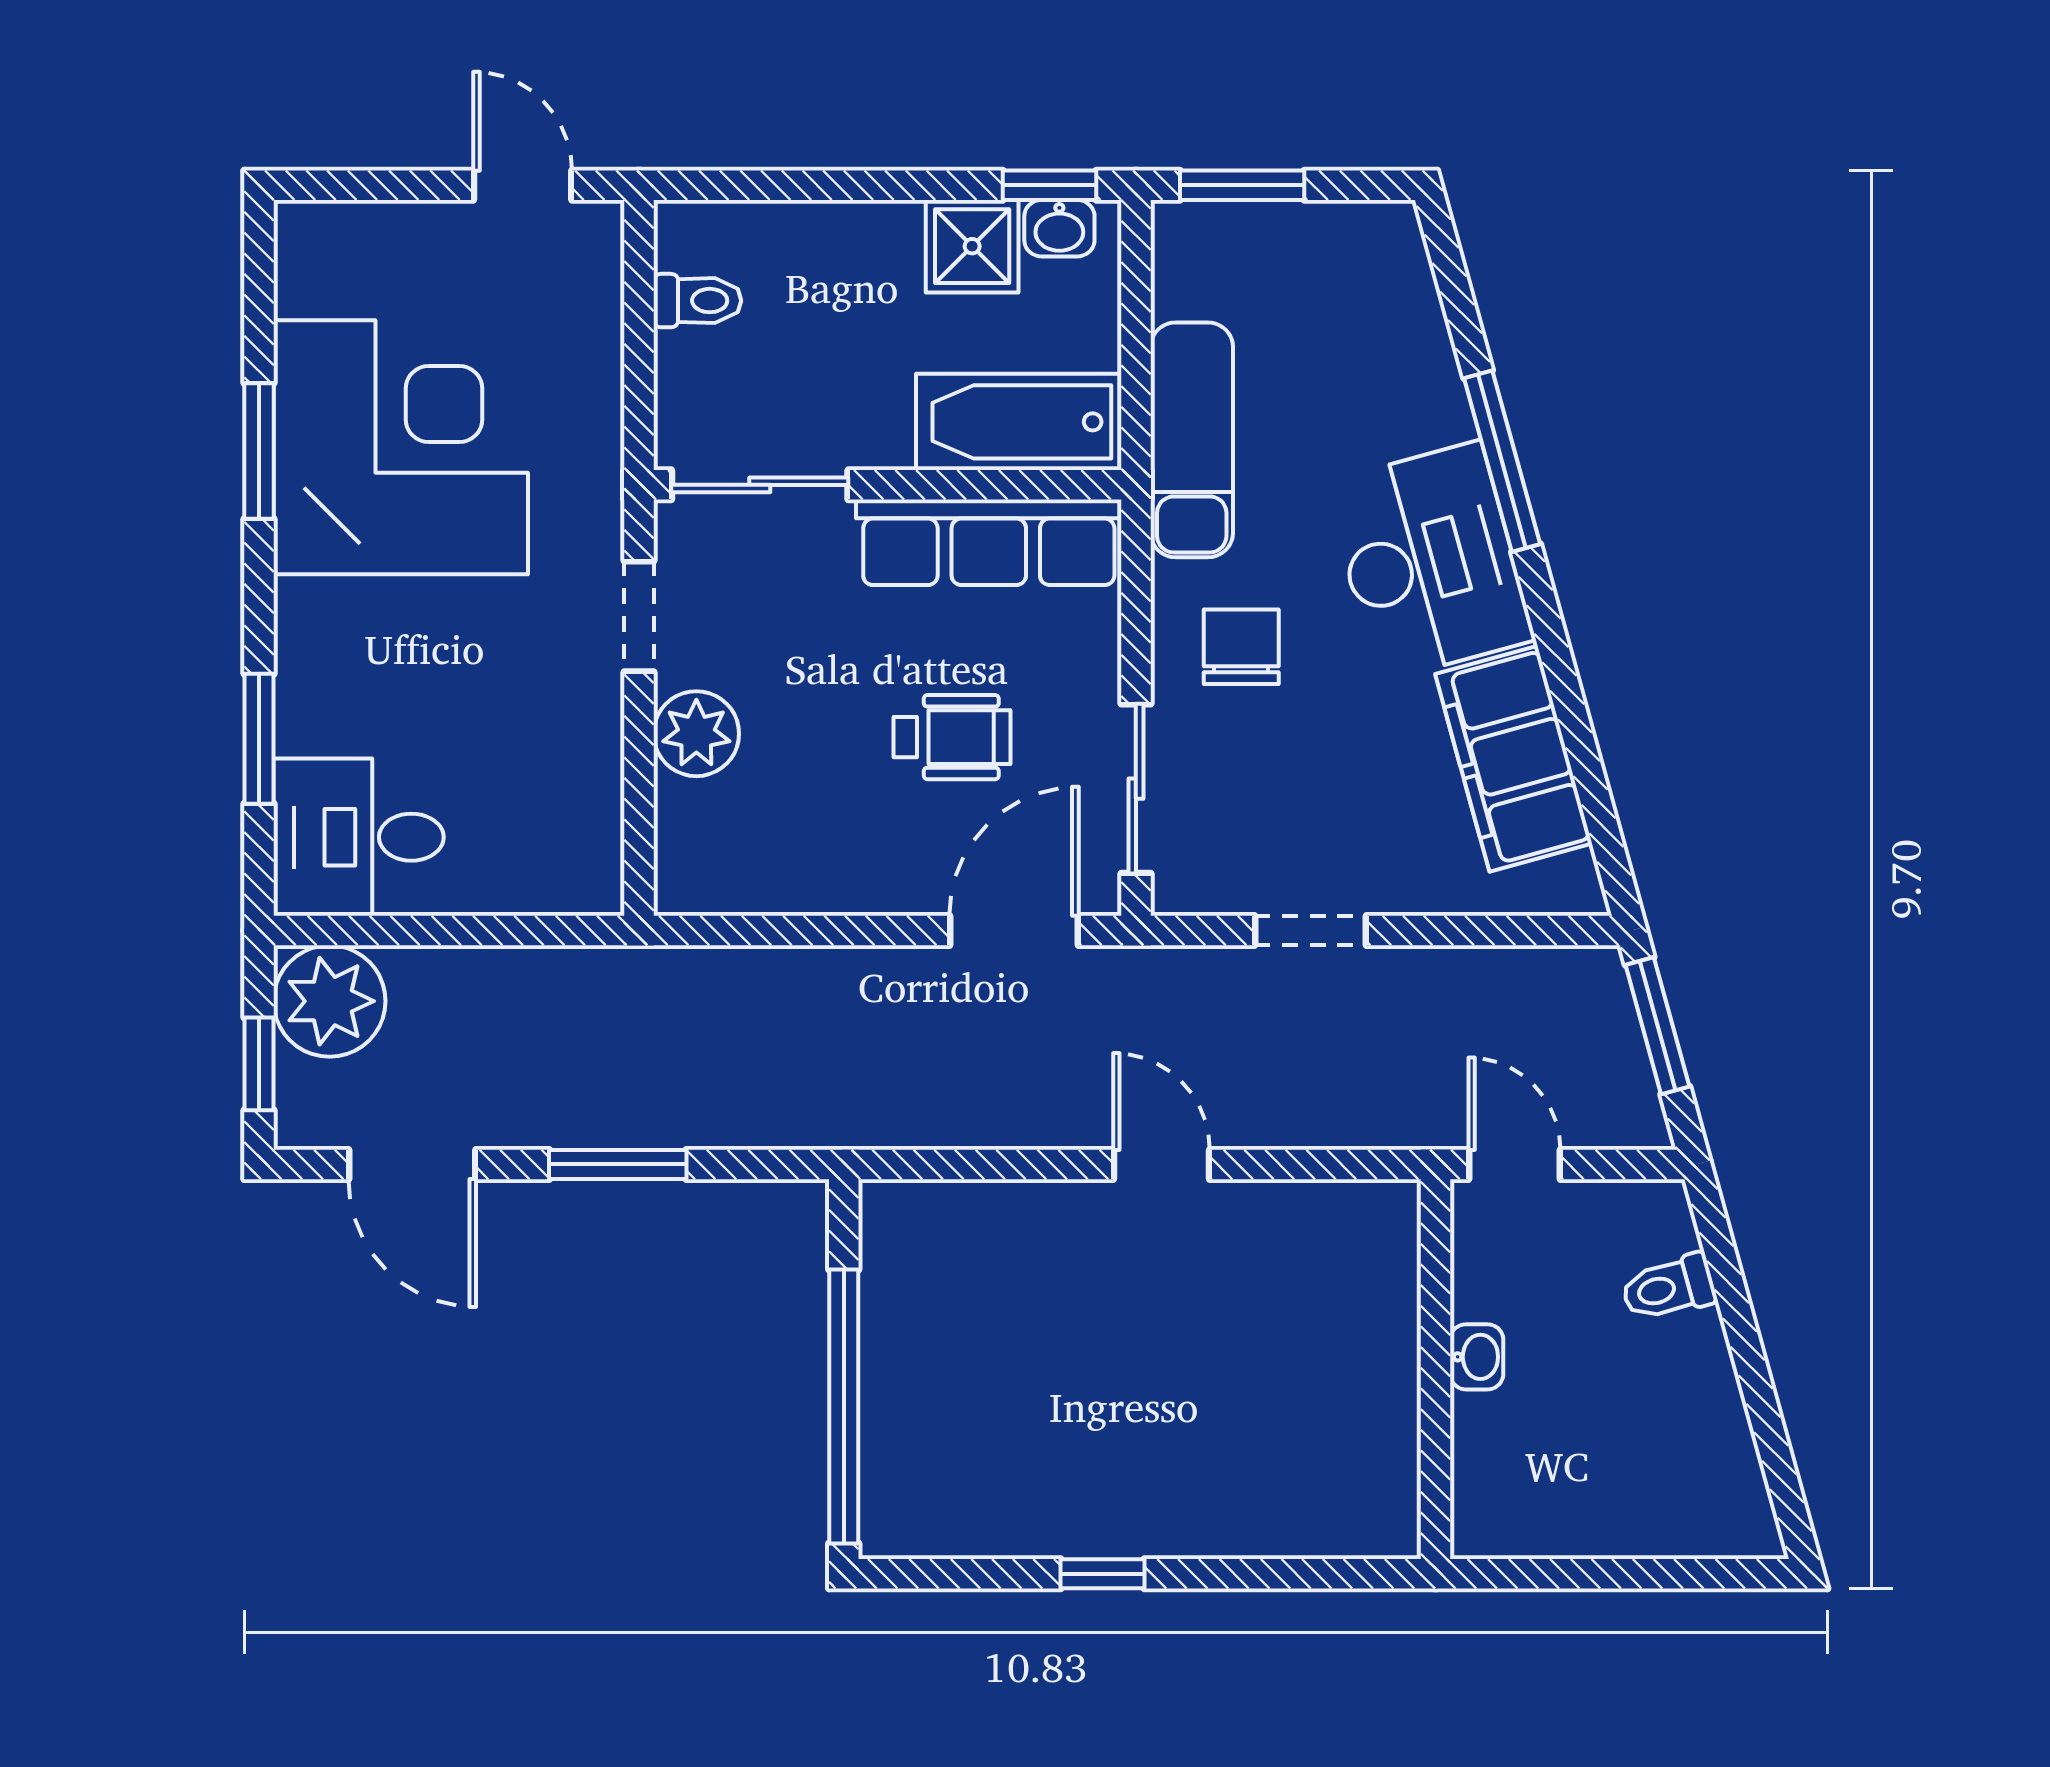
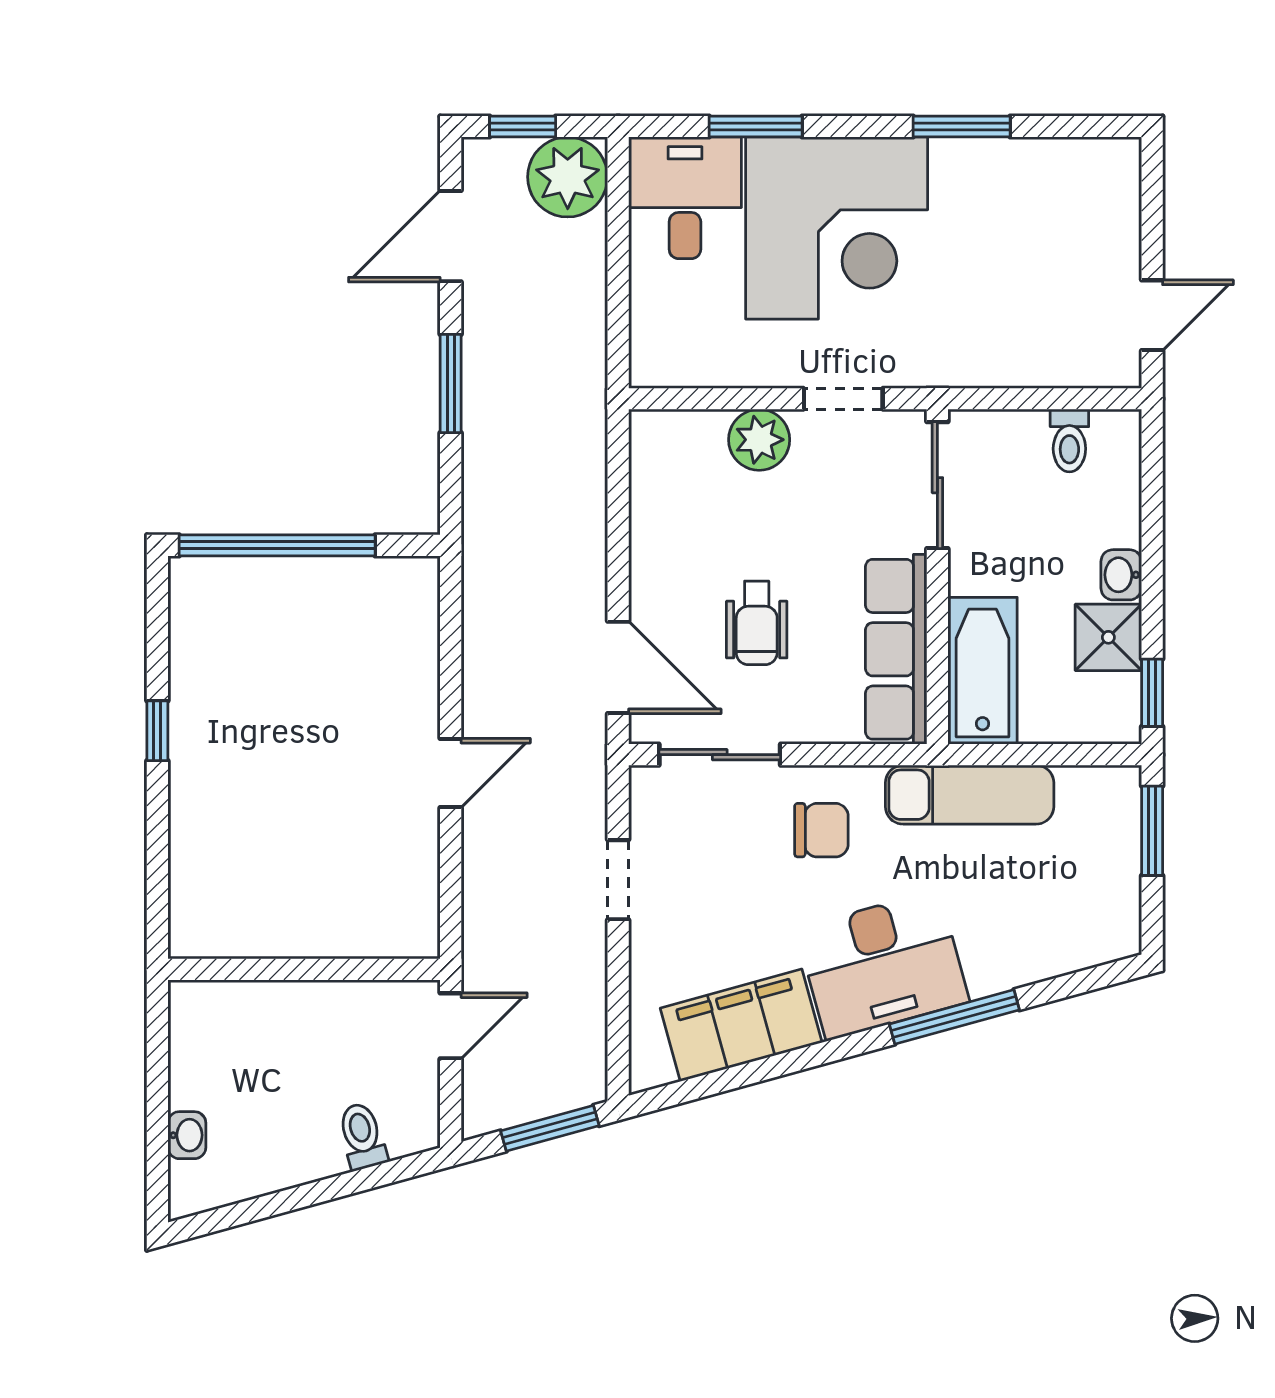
washbasin: (1059, 228) -> (1121, 575), moved
corner desk: (401, 447) -> (837, 228), moved
washbasin: (1477, 1357) -> (187, 1135), moved, turned -90

